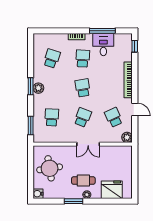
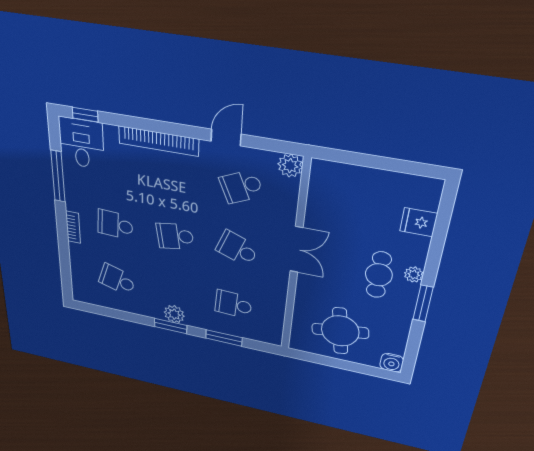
desk: (103, 45) -> (81, 143), moved, turned 90
window: (31, 126) -> (224, 338), moved
fridge: (112, 190) -> (419, 222), width x0.53, depth x0.75

